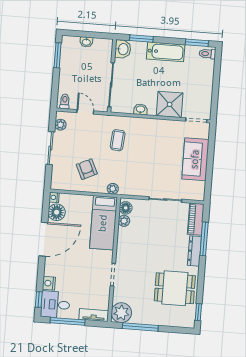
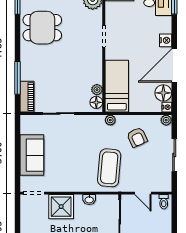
plant: (60, 125) -> (166, 120), moved
coffee table: (118, 140) -> (109, 168), width x1.86, depth x1.72
dresser: (194, 251) -> (26, 65), removed
nightstand: (49, 283) -> (166, 40), moved

